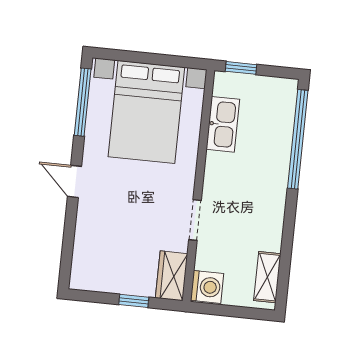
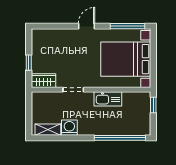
kitchen sink: (223, 124) -> (108, 99), moved
washing machine: (207, 287) -> (69, 128), moved, turned 180

